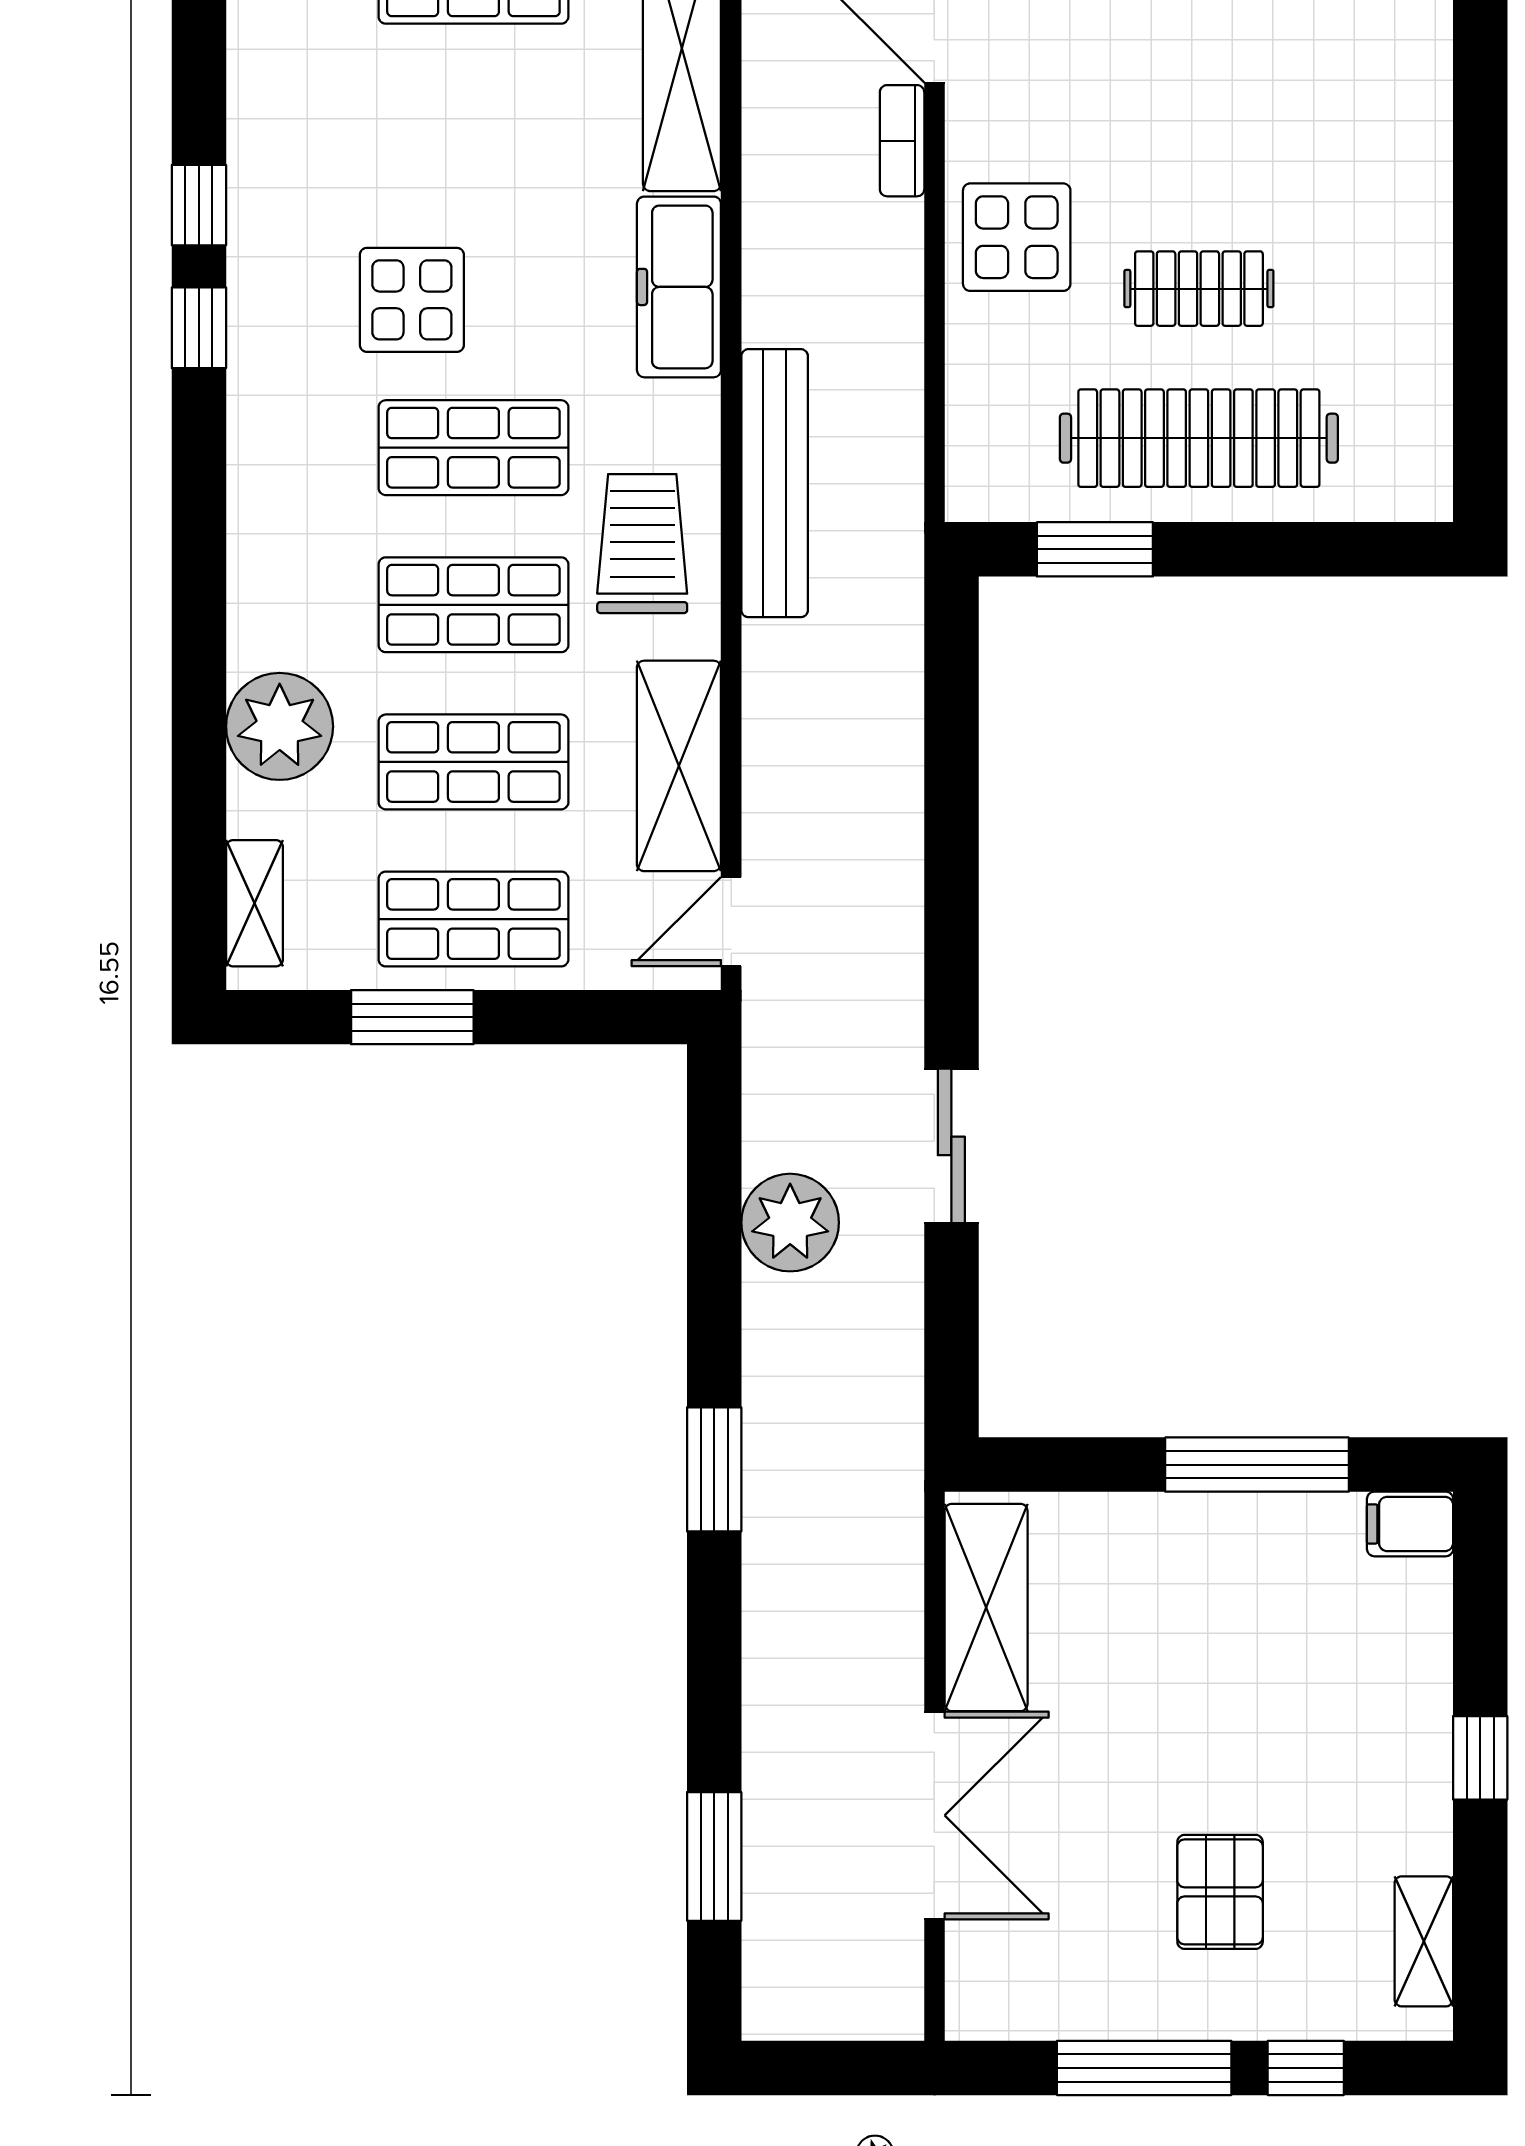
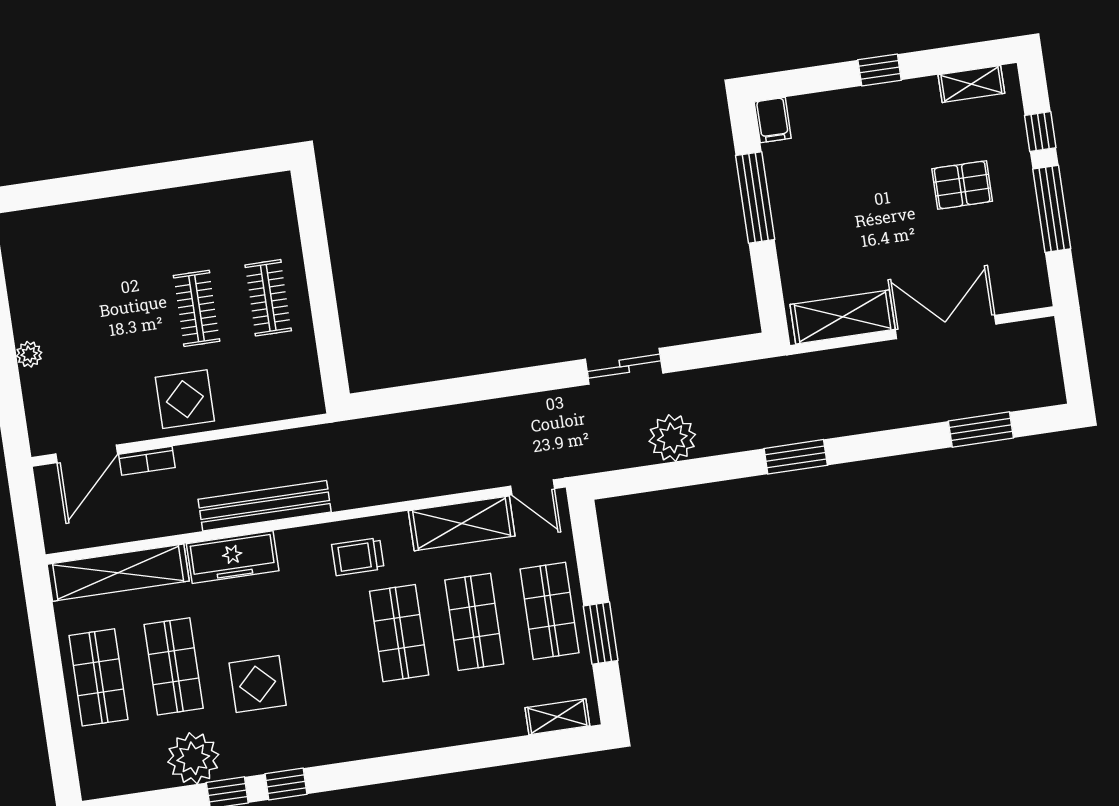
clothes rail: (1199, 438) -> (268, 298), width x0.54, depth x0.76
shop shelf: (473, 448) -> (174, 666), moved
bench: (775, 483) -> (265, 506), moved
trolley: (642, 544) -> (358, 557), width x0.73, depth x0.72
window: (1095, 549) -> (329, 340), removed
plant: (280, 726) -> (193, 758), moved

